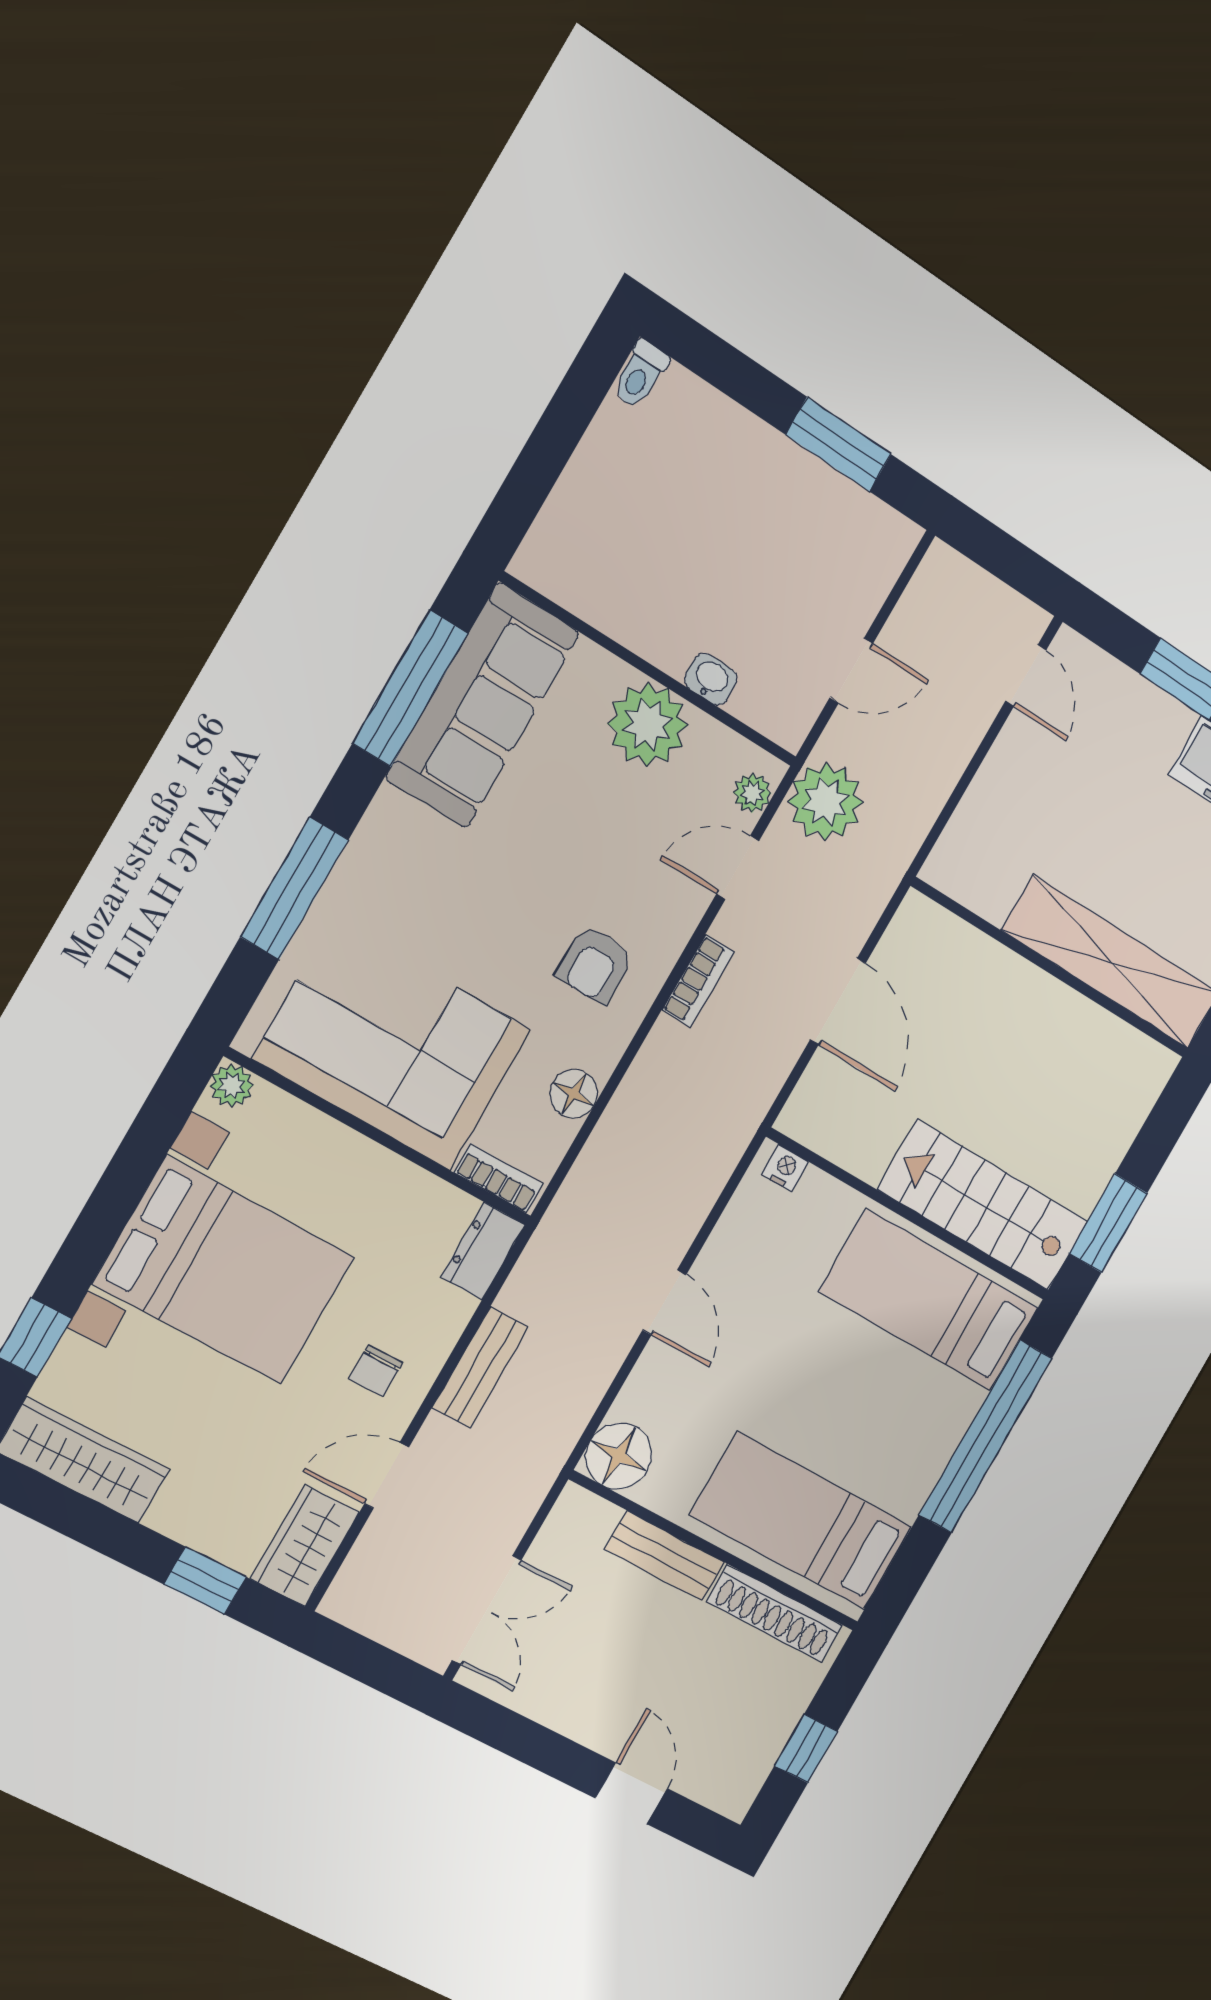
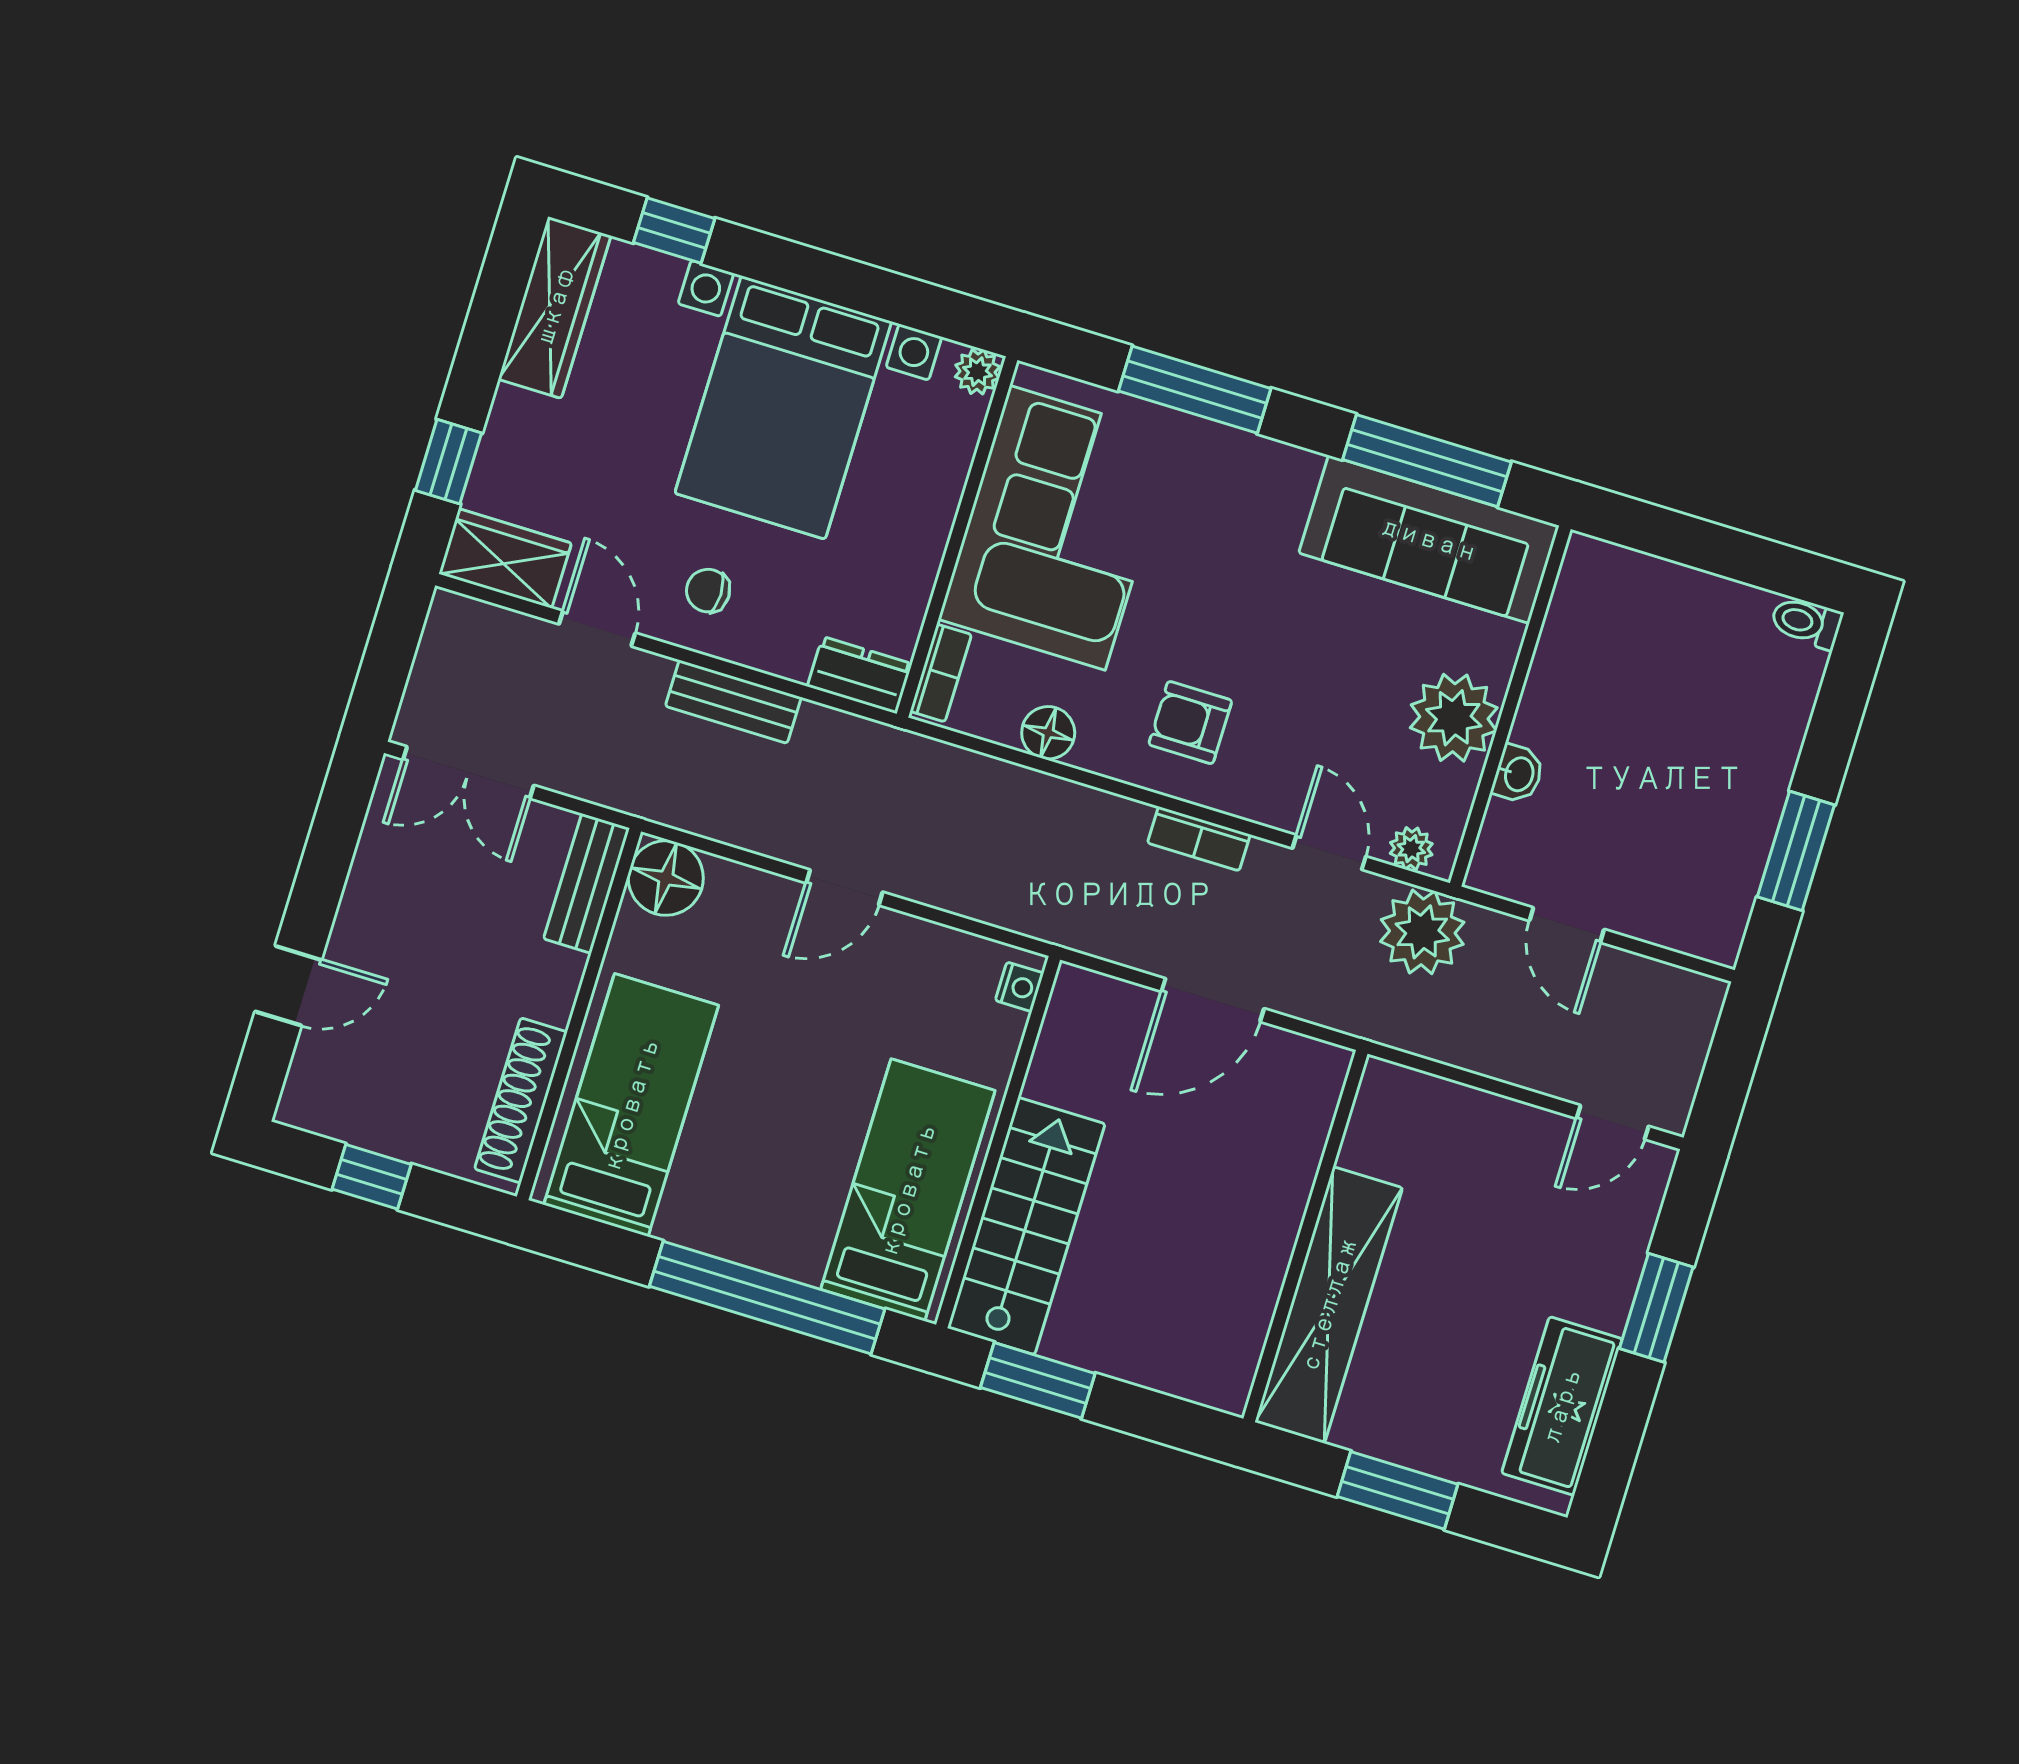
bench: (665, 1556) -> (587, 883), moved

